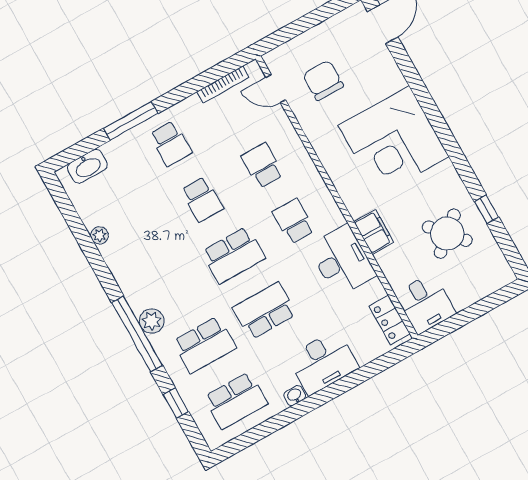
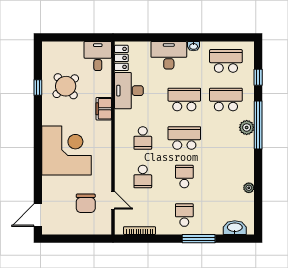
door: (276, 89) -> (113, 200), moved
desk: (342, 261) -> (129, 91), moved
school desk: (265, 311) -> (184, 99), turned 180

